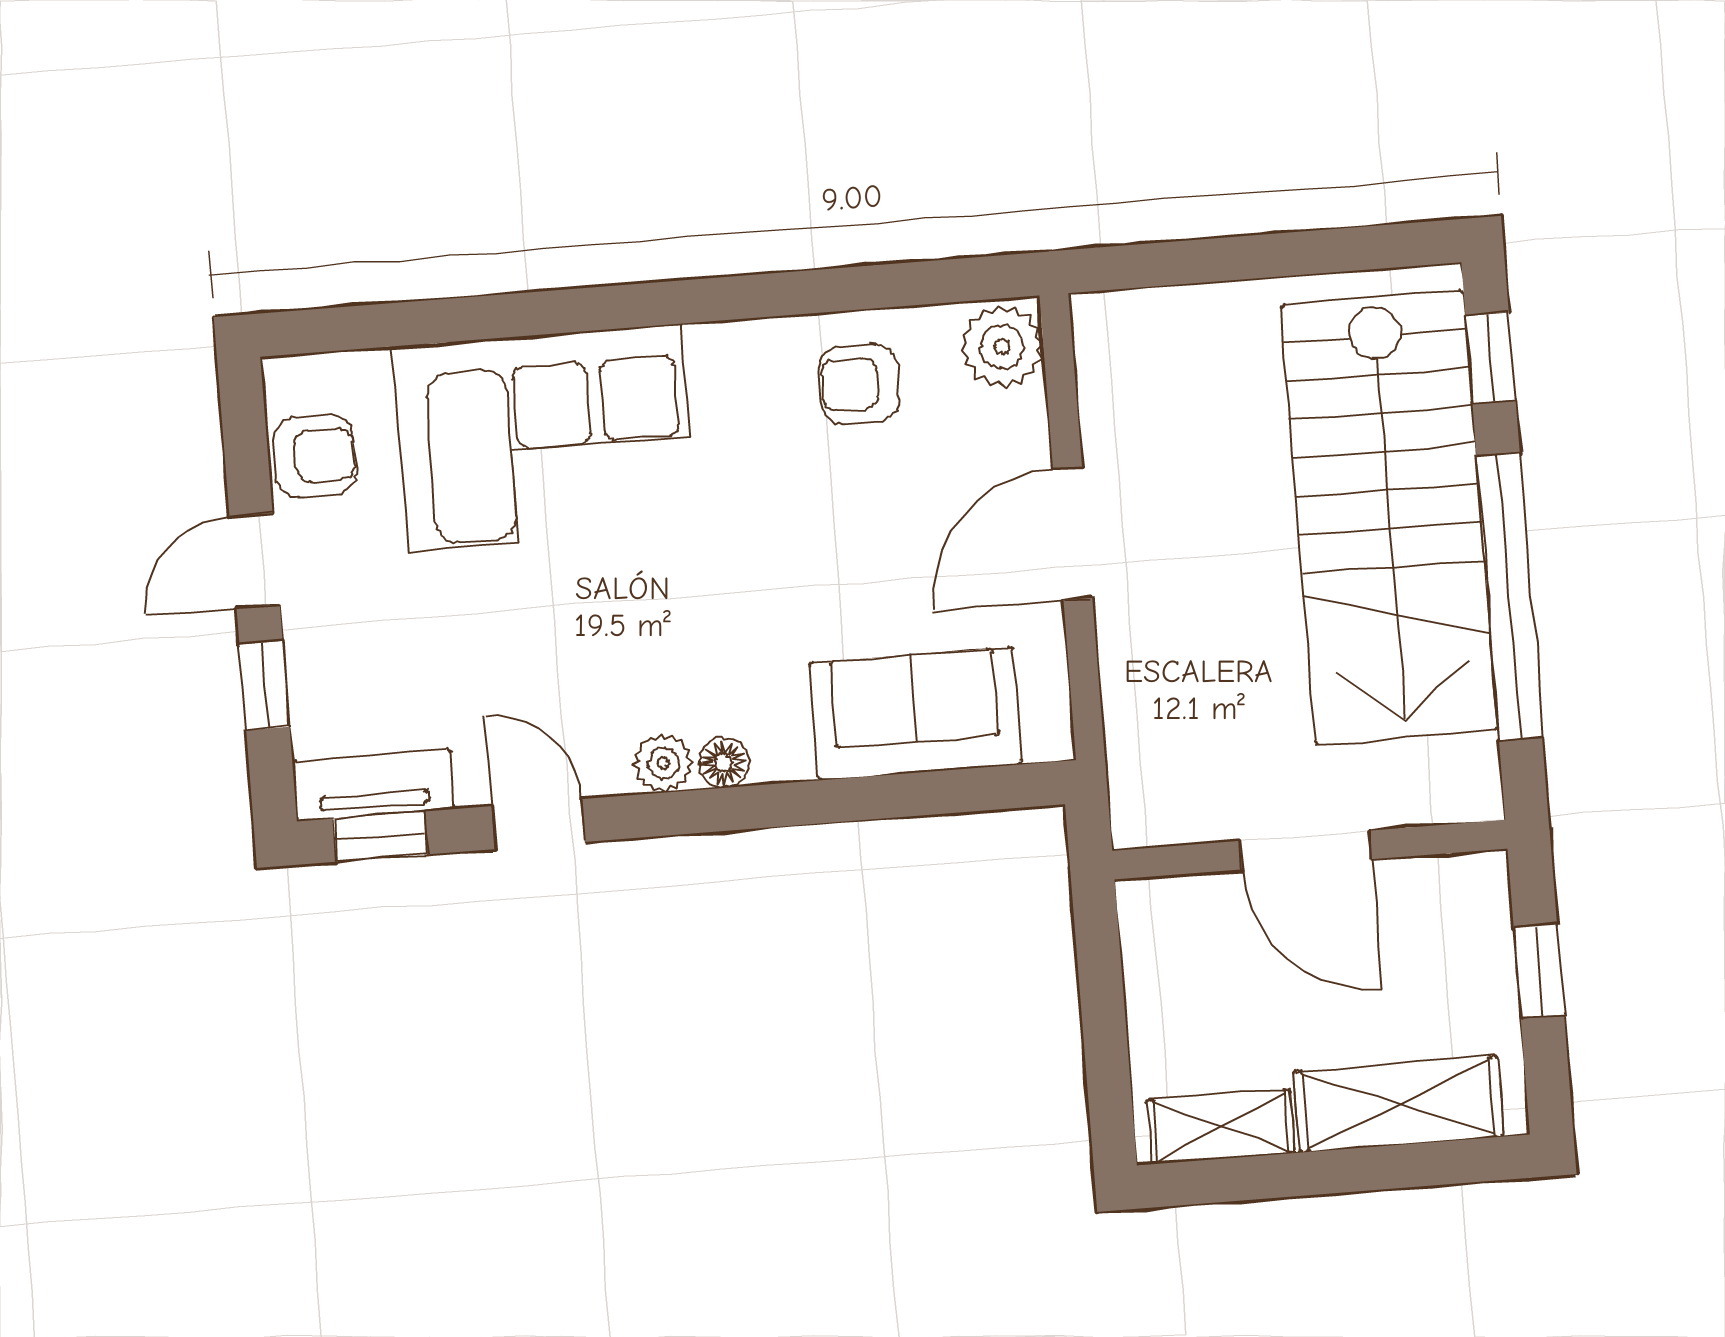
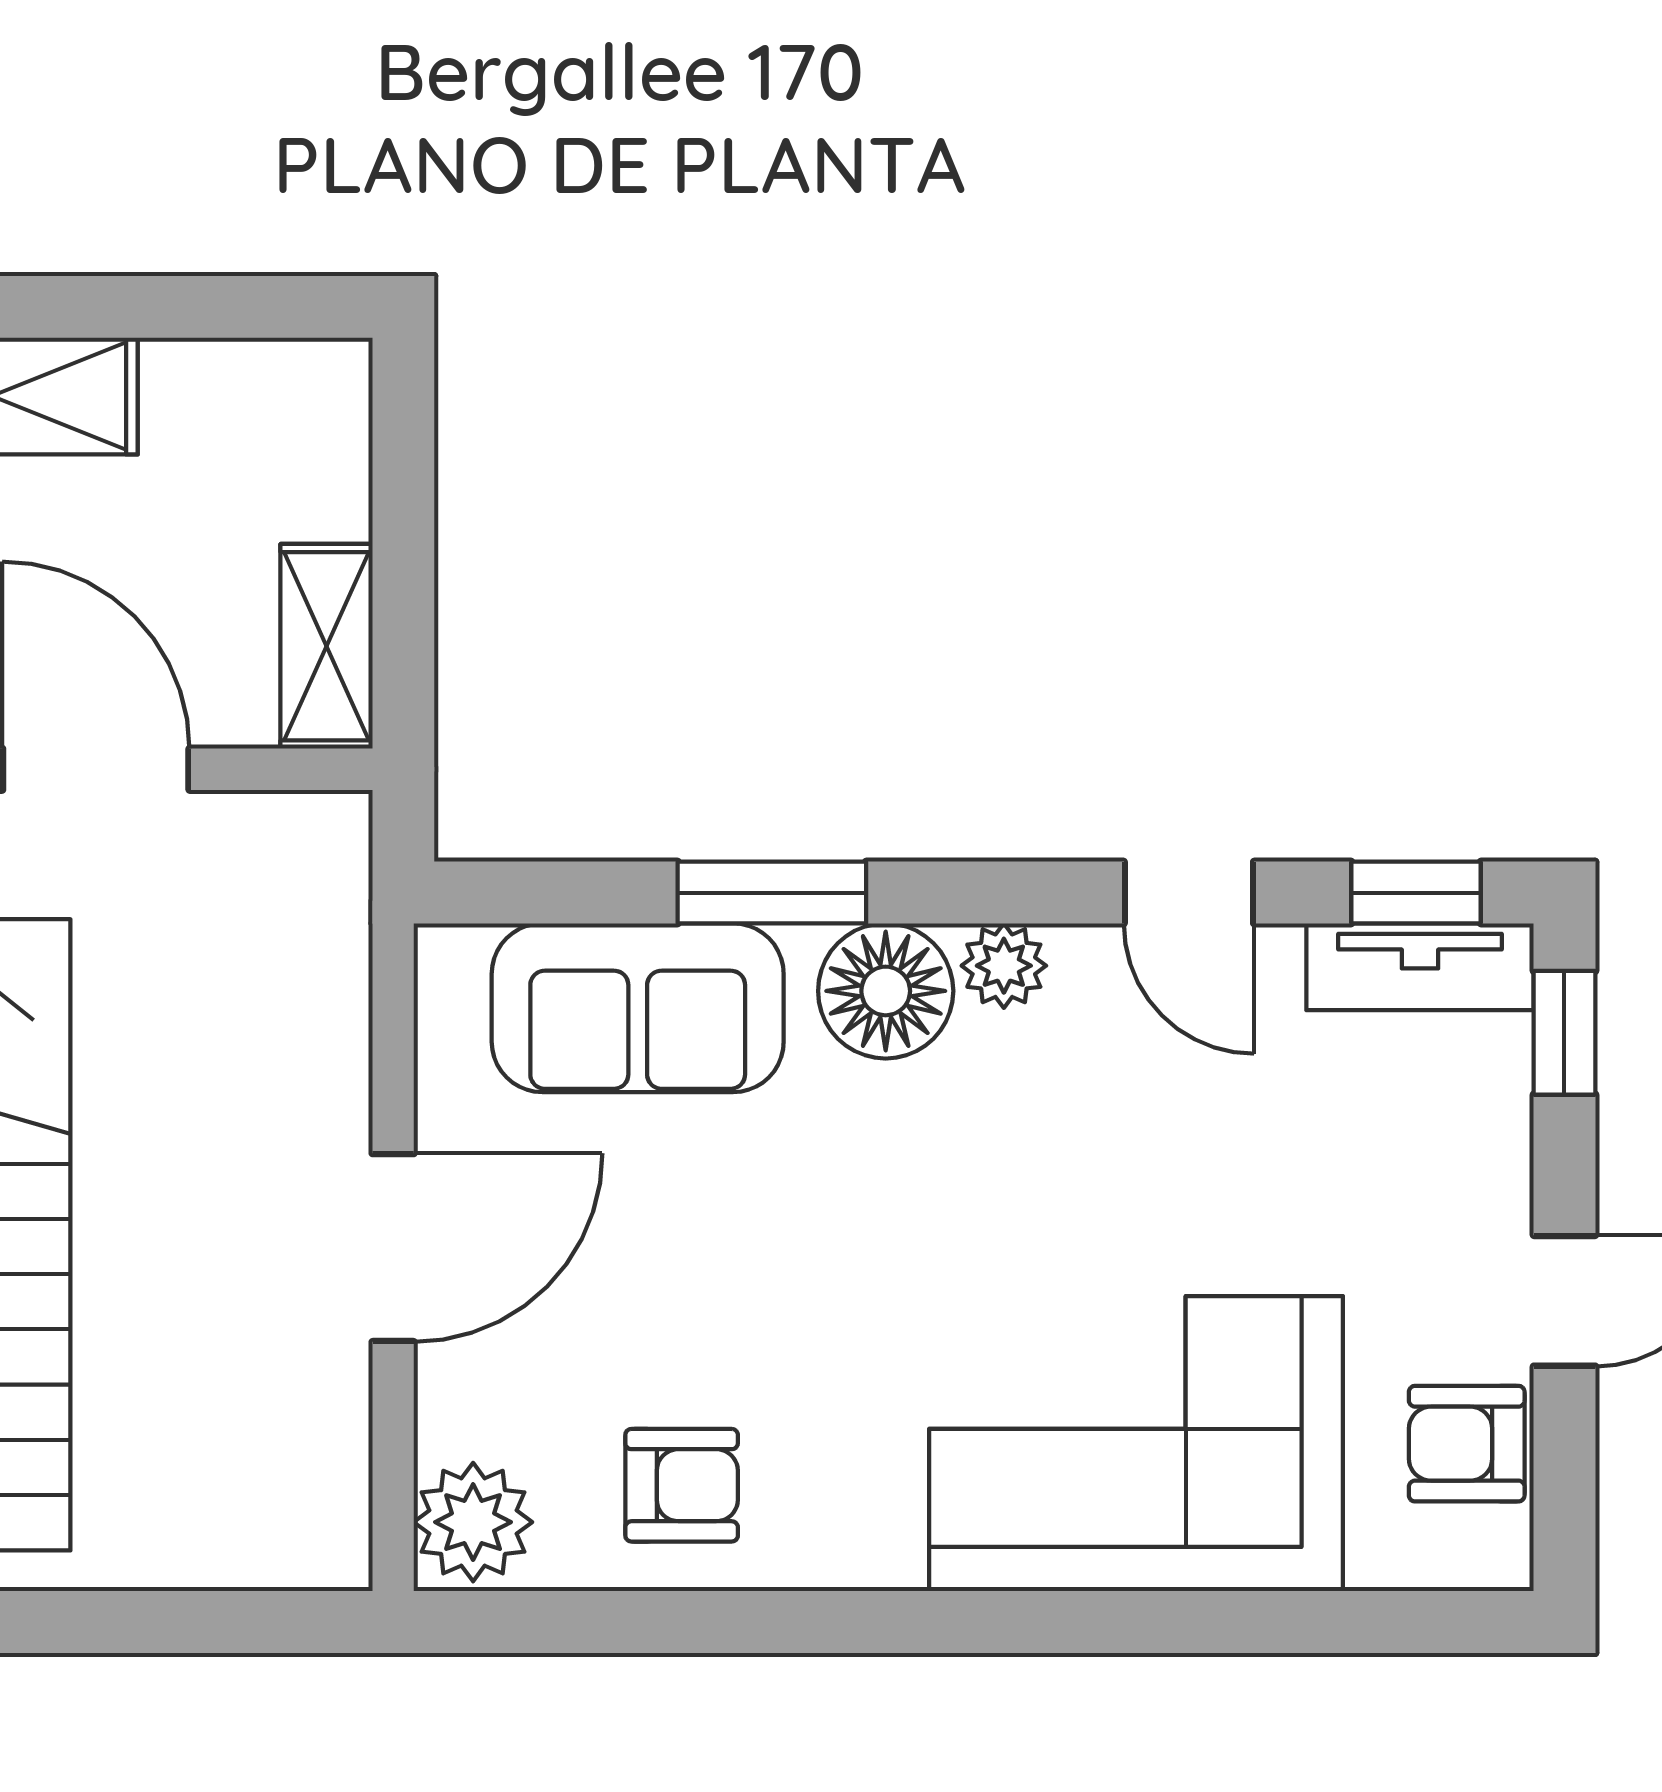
window: (264, 686) -> (1564, 1033), moved
floor lamp: (724, 763) -> (886, 991), width x1.89, depth x1.89
window: (829, 801) -> (772, 893), added
shelving: (1221, 1127) -> (326, 646), moved, turned 90

